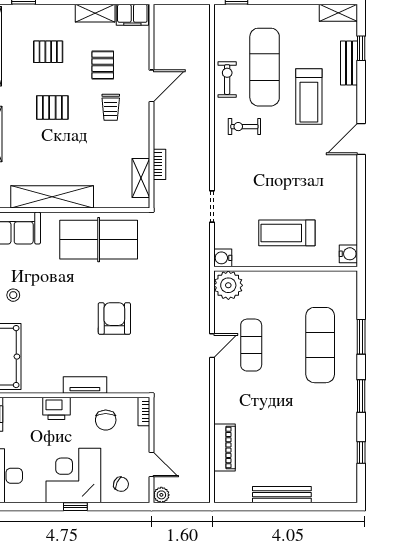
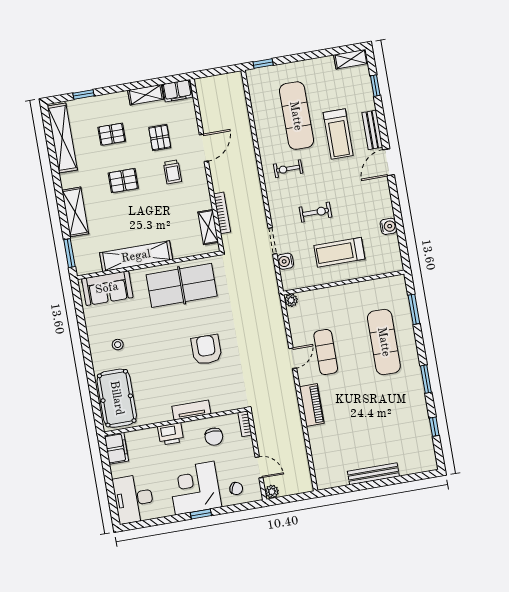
bench: (349, 63) -> (372, 130), moved
exercise bike: (227, 80) -> (315, 212), moved, turned 90
bookcase: (160, 164) -> (222, 213), width x1.56
water cooler: (348, 254) -> (388, 226), moved
water cooler: (223, 258) -> (285, 261), moved
plant: (228, 285) -> (291, 300), width x0.53, depth x0.53
window: (361, 337) -> (414, 309), moved
piano: (224, 448) -> (312, 405), moved

